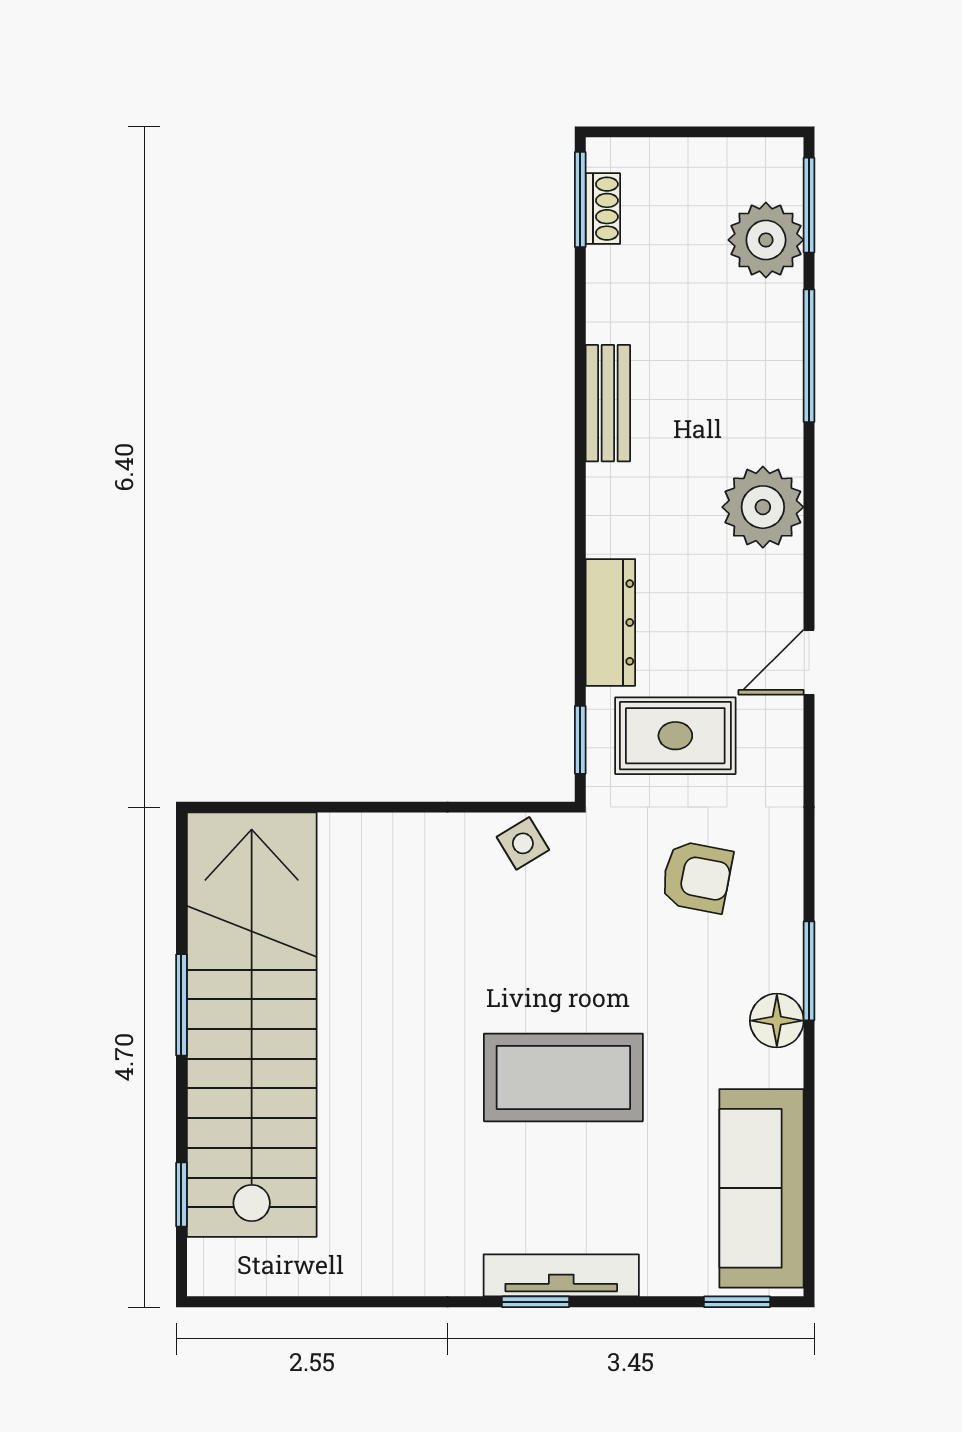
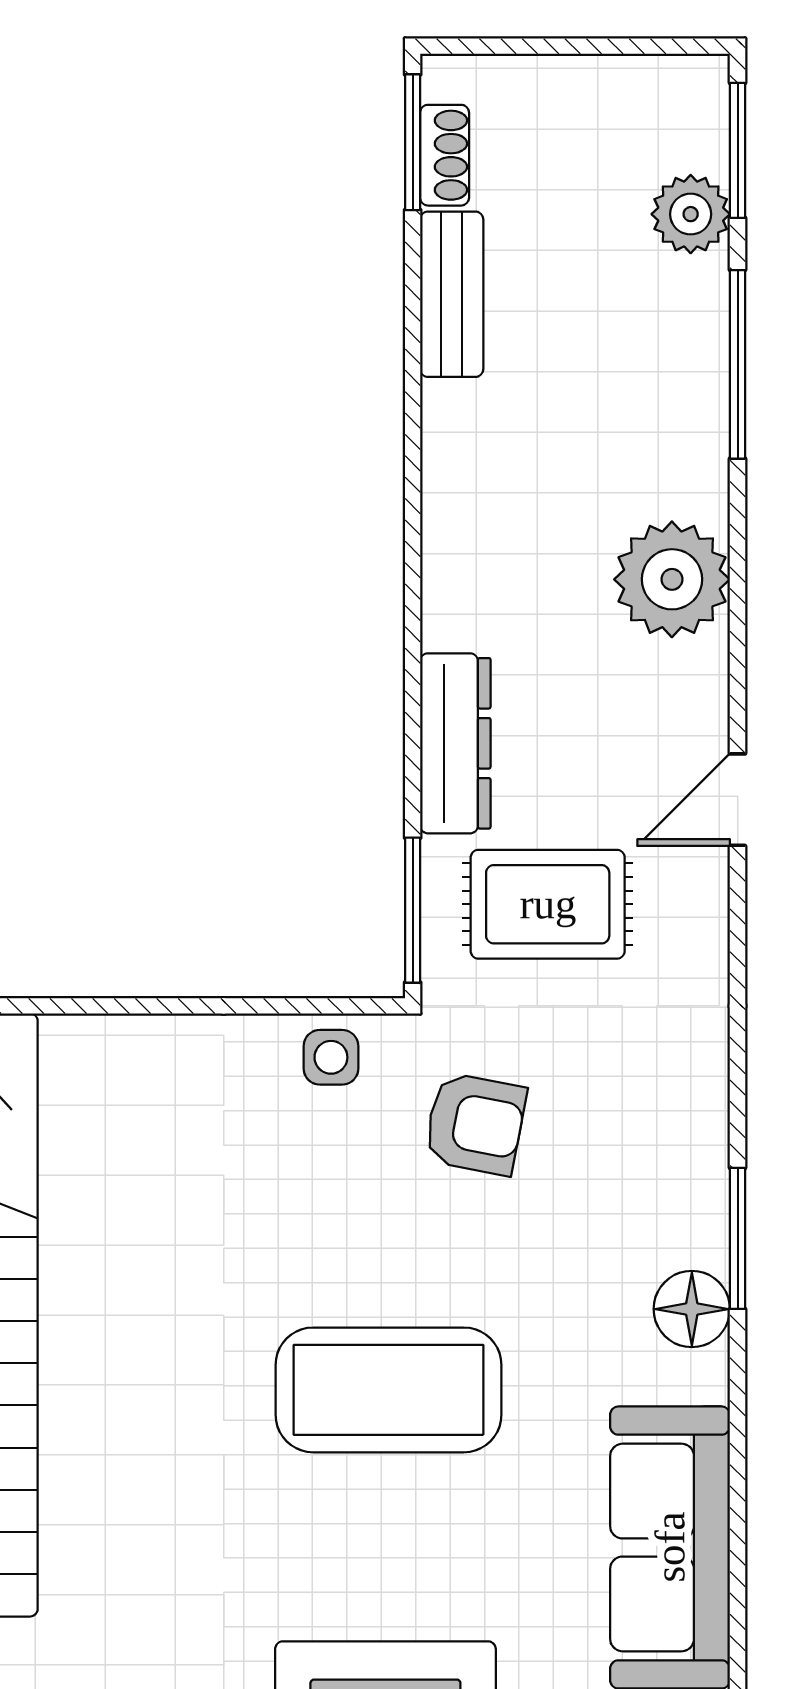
plant: (766, 240) -> (691, 214), width x0.73, depth x0.73
bench: (608, 403) -> (452, 294), moved
window: (580, 740) -> (413, 910), width x1.50
side table: (523, 843) -> (331, 1057), turned 31
armchair: (697, 877) -> (475, 1124), moved

